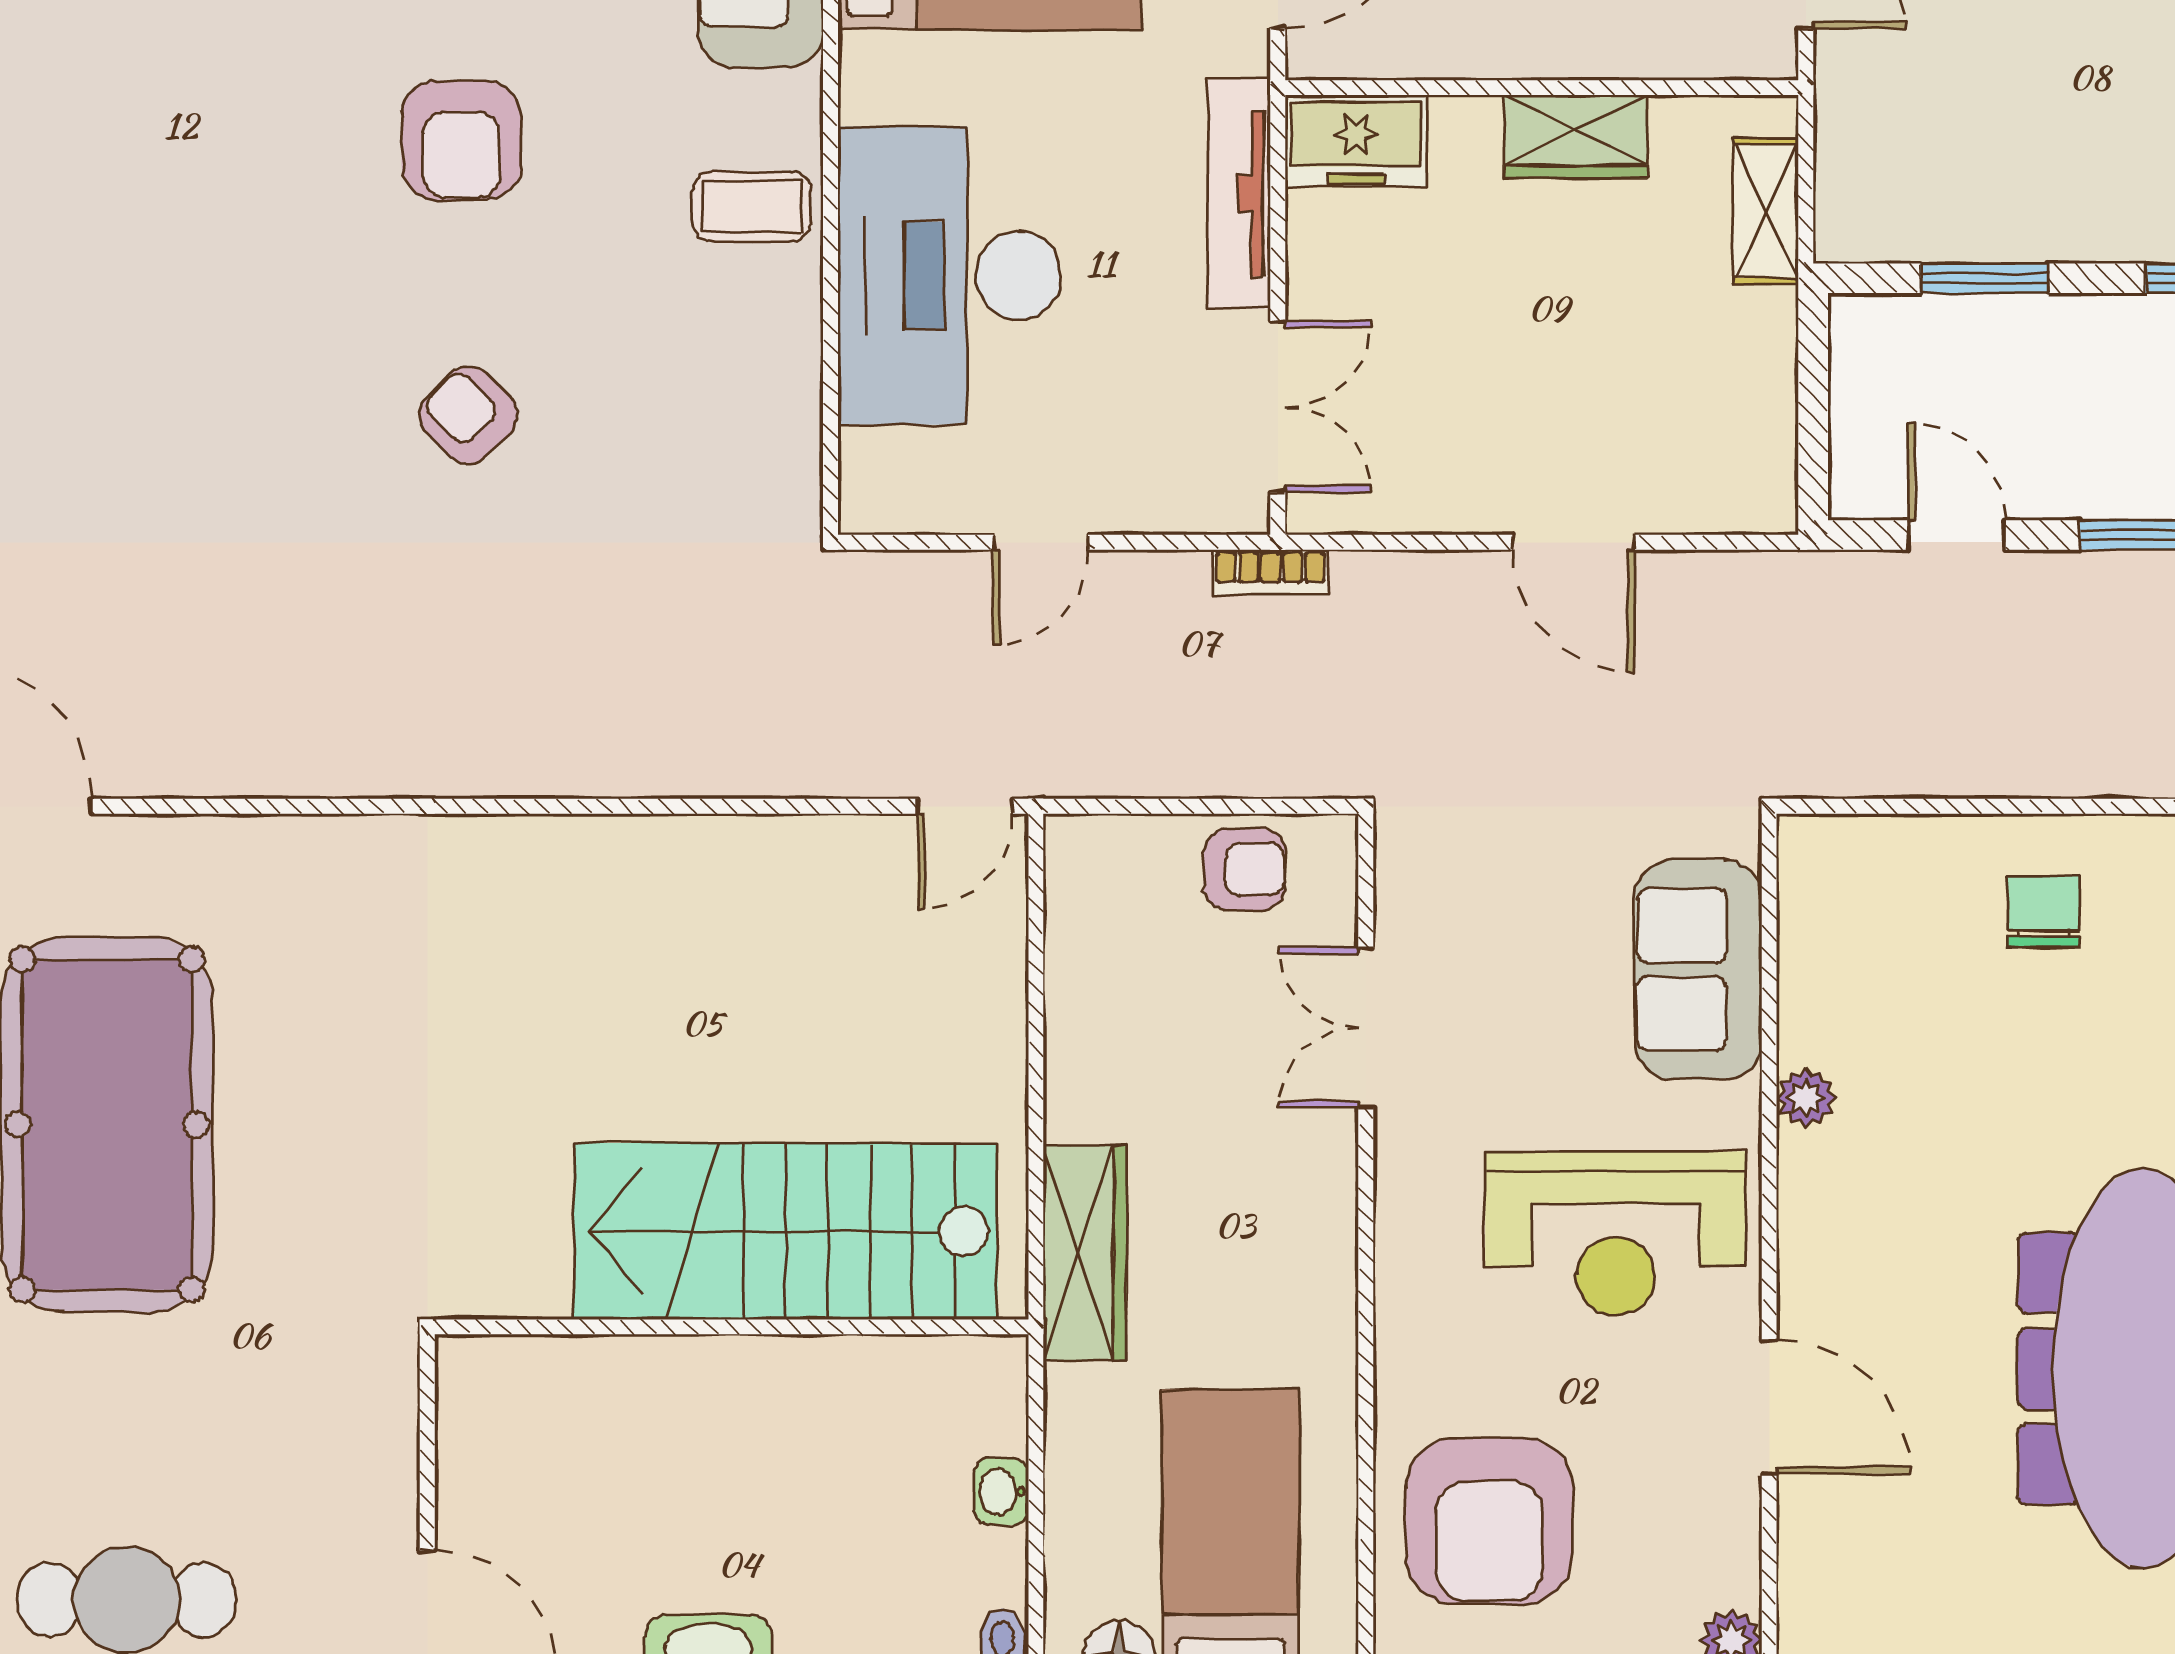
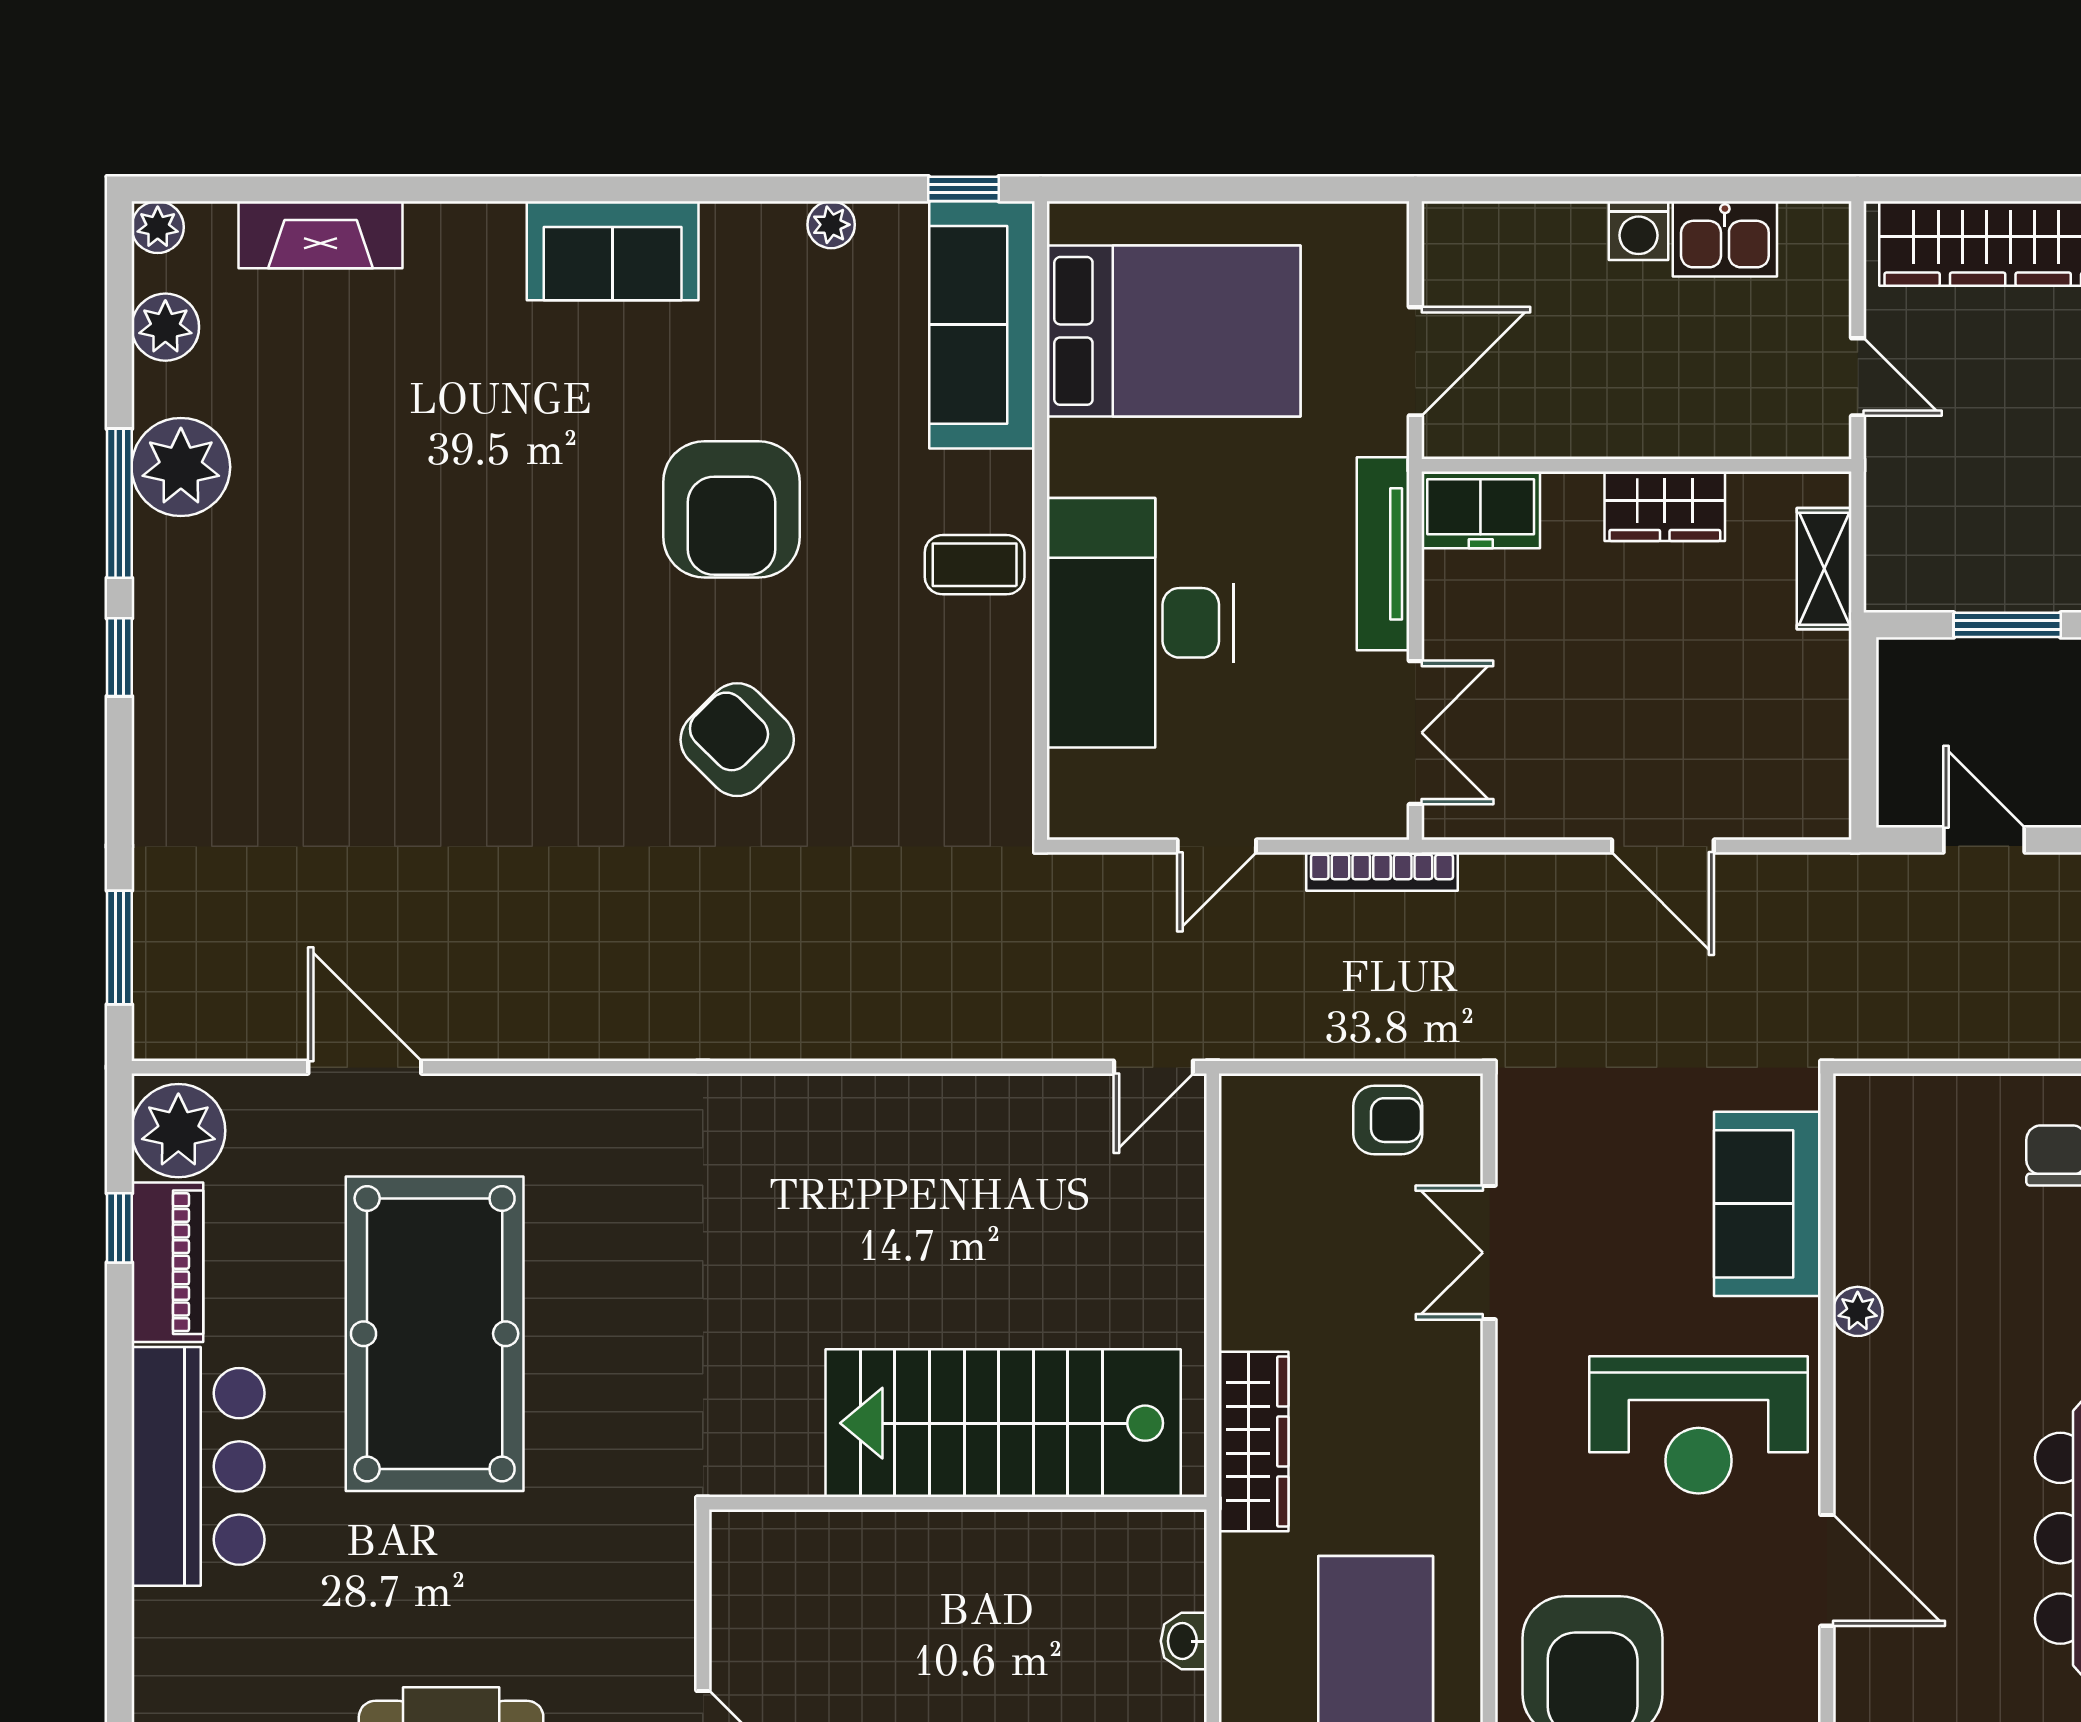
armchair: (461, 140) -> (732, 509), width x1.36, depth x1.36
armchair: (468, 415) -> (737, 740), width x1.38, depth x1.38
bookcase: (1270, 573) -> (1382, 872), width x1.56

